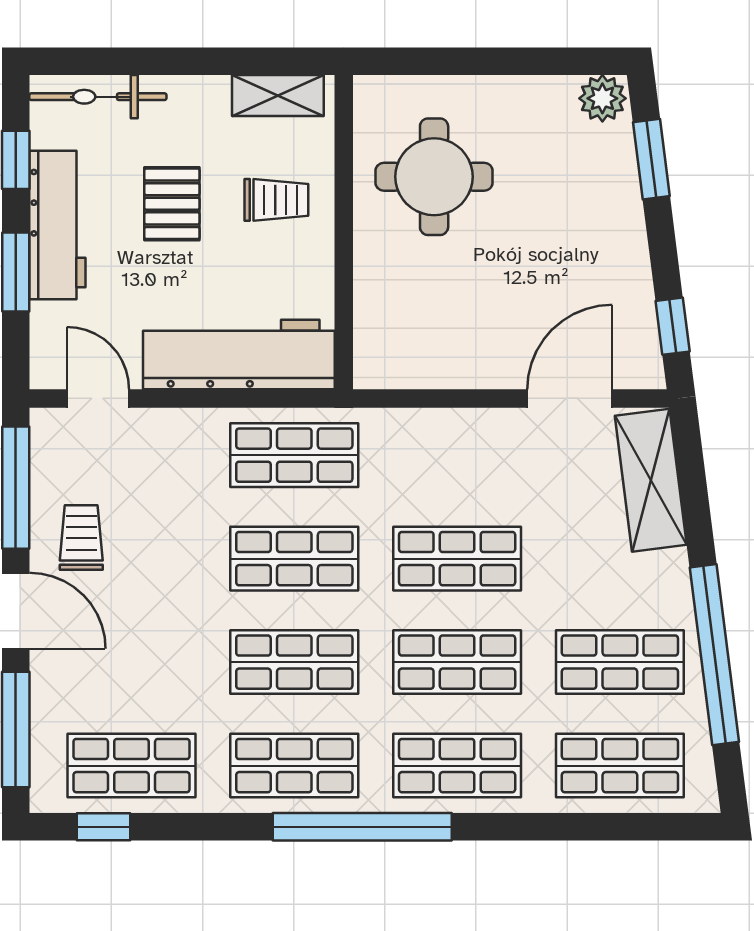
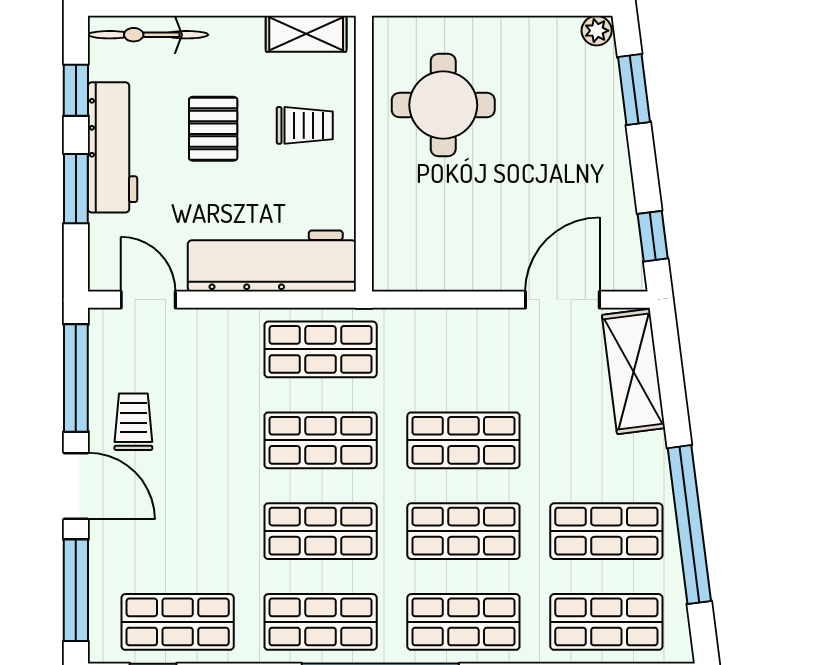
plant: (602, 98) -> (597, 31), width x0.73, depth x0.73

